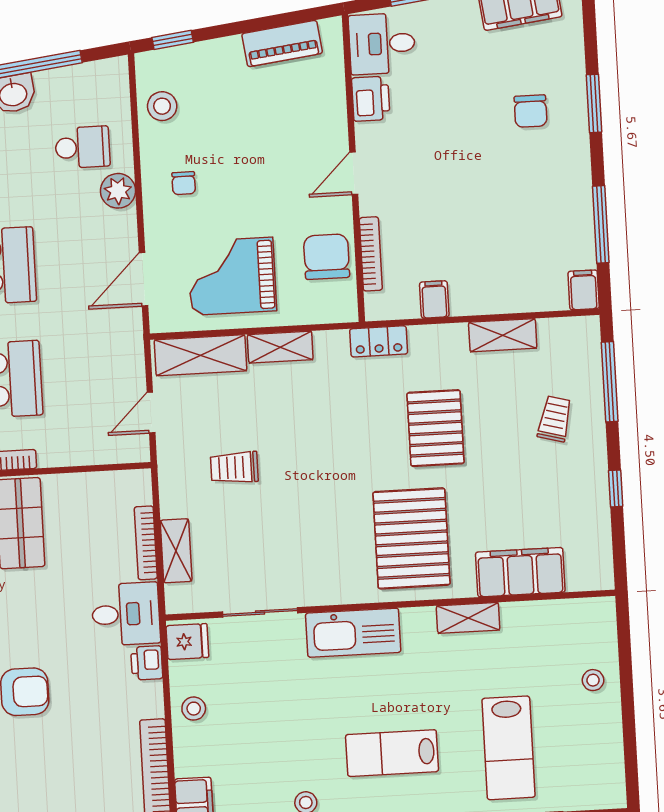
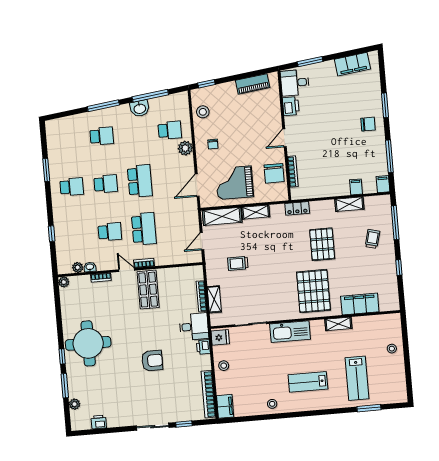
chair: (531, 111) -> (368, 124), moved, turned -90
chair: (327, 257) -> (274, 173), turned 180
filing cabinet: (434, 299) -> (356, 187), moved

